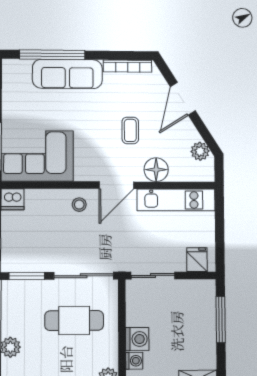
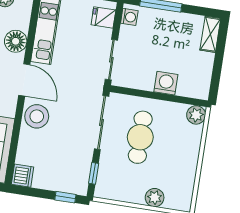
stool: (79, 205) -> (37, 116), width x1.89, depth x1.89
window: (27, 276) -> (94, 173), width x0.67
washing machine: (134, 361) -> (129, 17), moved, turned 90

